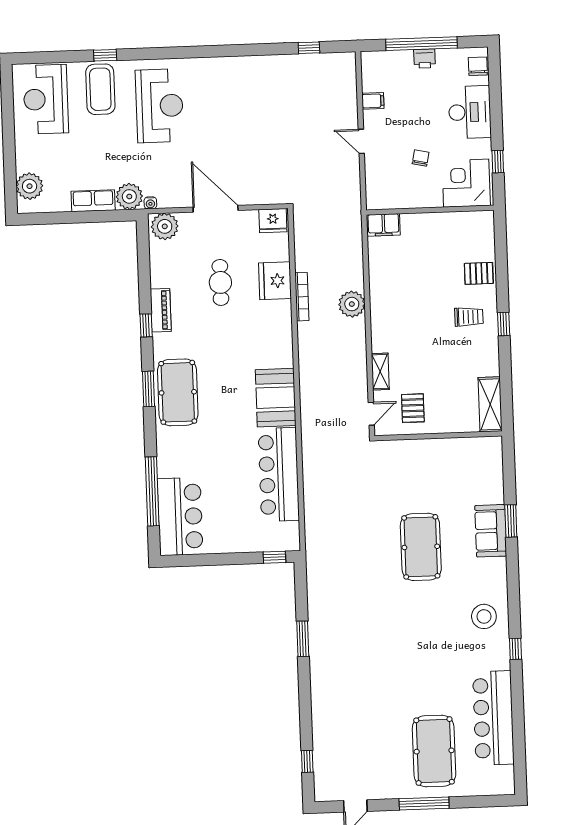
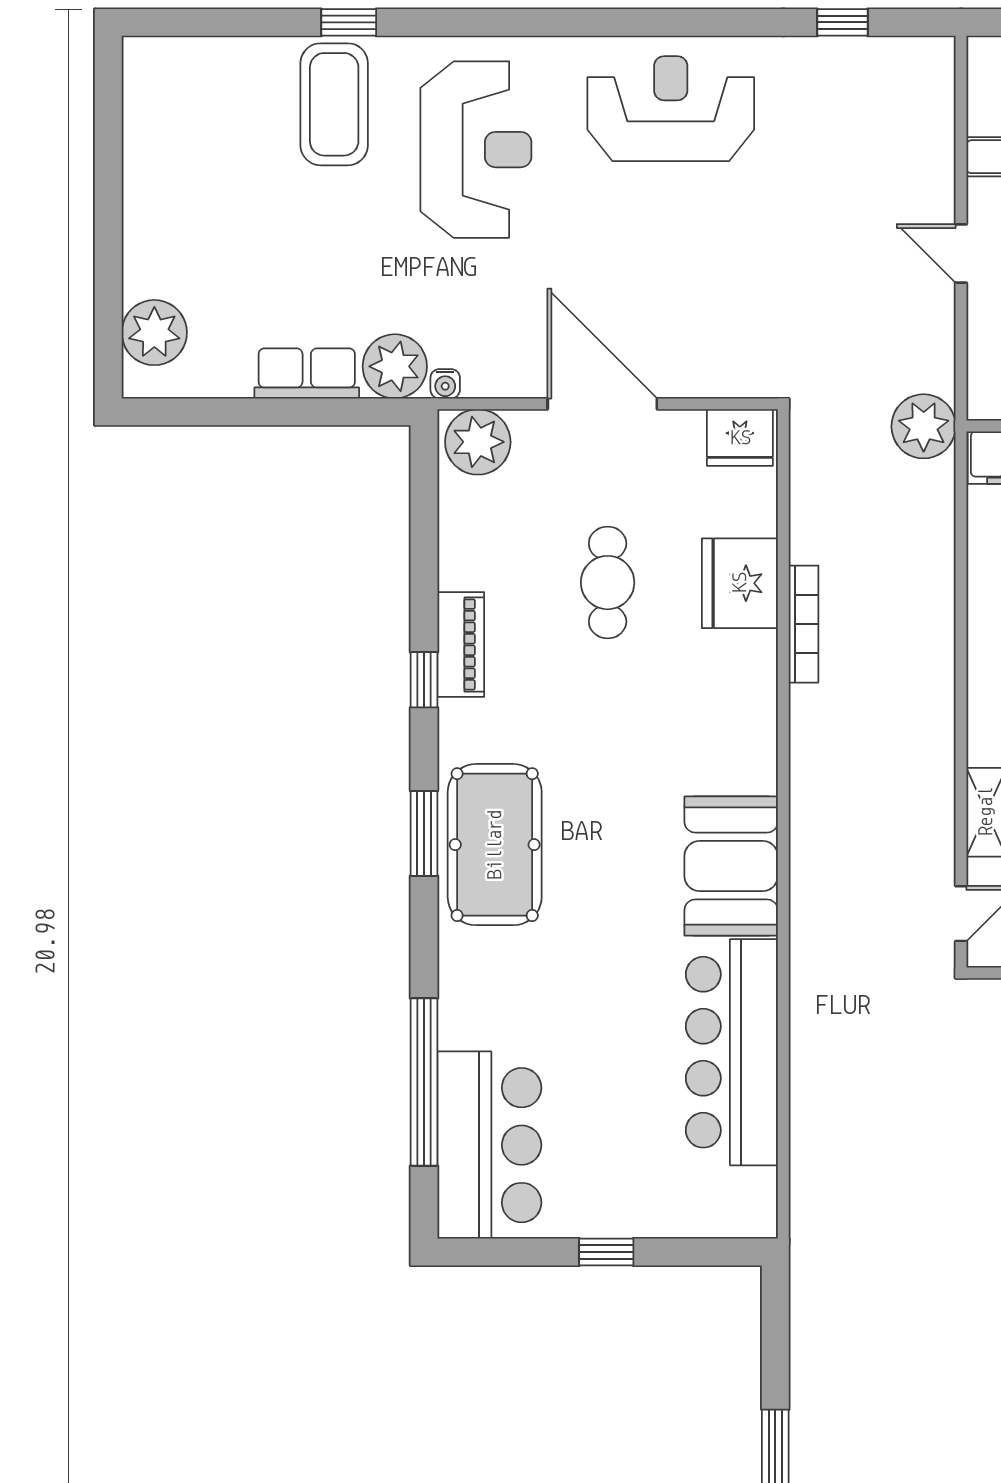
reception desk: (46, 99) -> (671, 109), moved, turned 90
plant: (352, 304) -> (924, 426), moved
window: (274, 557) -> (606, 1252), moved

